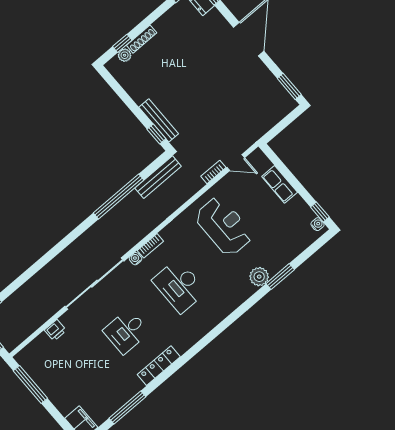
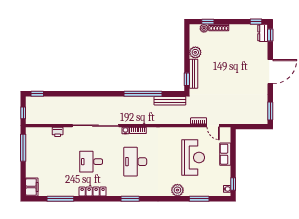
plant: (139, 93) -> (195, 52), added
reception desk: (224, 226) -> (193, 157), moved
window: (280, 277) -> (199, 199), moved
window: (211, 336) -> (130, 199), added

